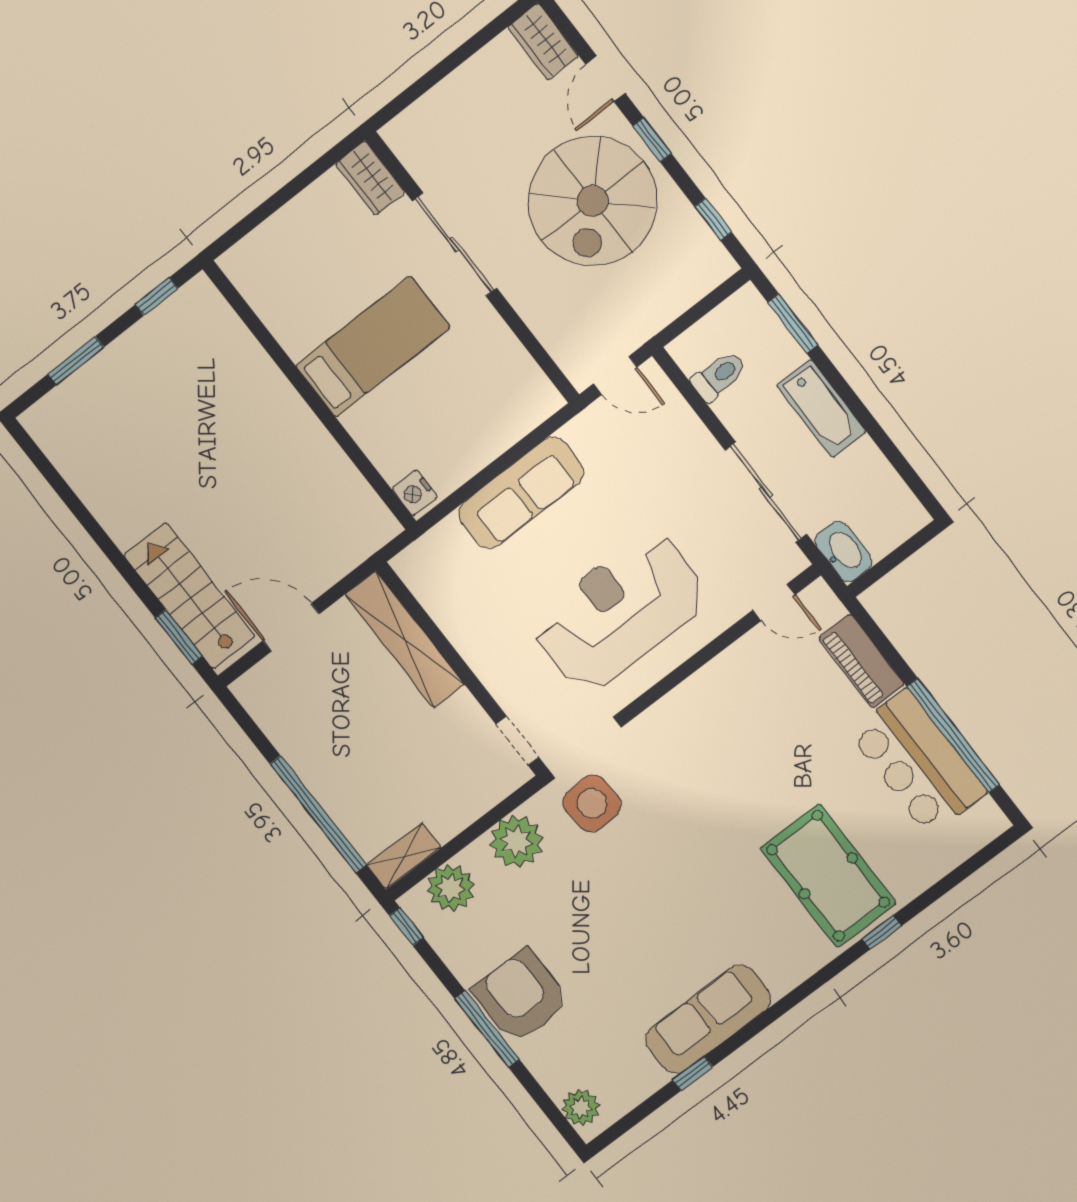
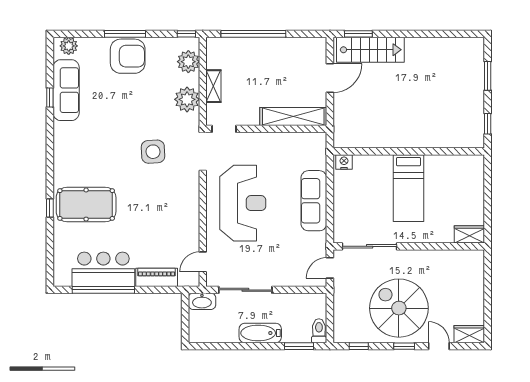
sliding door: (455, 244) -> (370, 246), moved
toilet: (719, 376) -> (319, 331), moved, turned 180
side table: (592, 804) -> (153, 152), moved
shelving: (404, 856) -> (213, 86), moved
sofa: (708, 1019) -> (66, 90), moved

